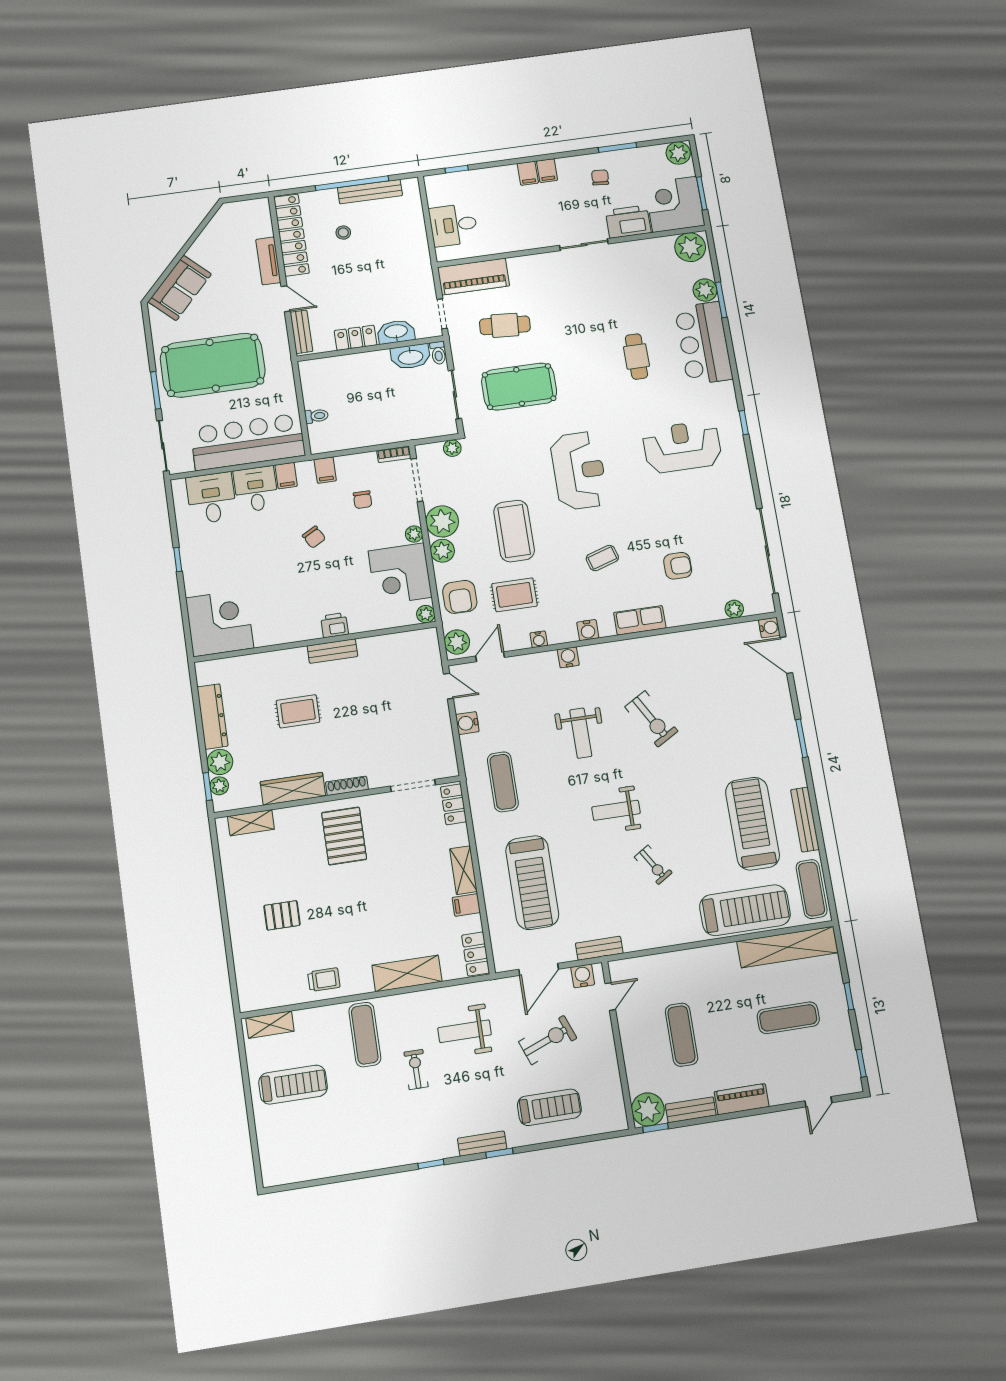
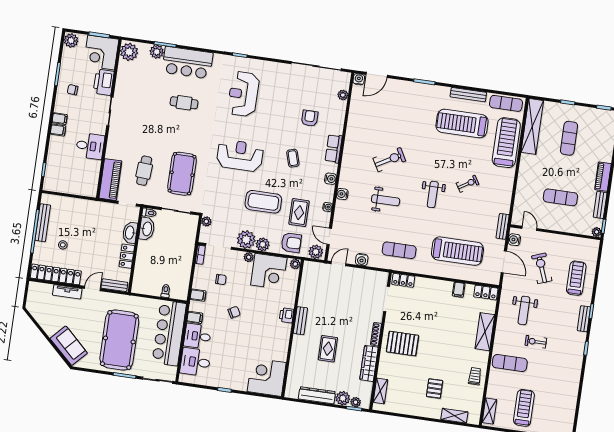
desk: (453, 225) -> (90, 146), moved, turned -90
shelving: (463, 870) -> (454, 416), moved
plant: (648, 1109) -> (597, 232), width x0.53, depth x0.53

